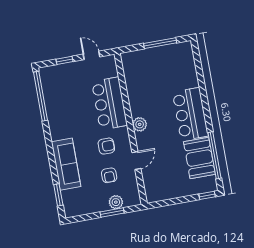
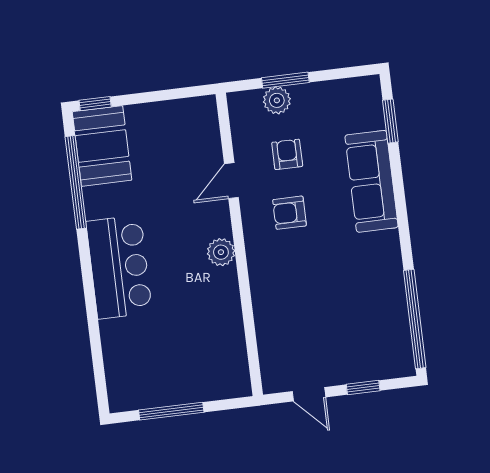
bar counter: (109, 103) -> (279, 297), removed
booth: (199, 158) -> (102, 146), moved

